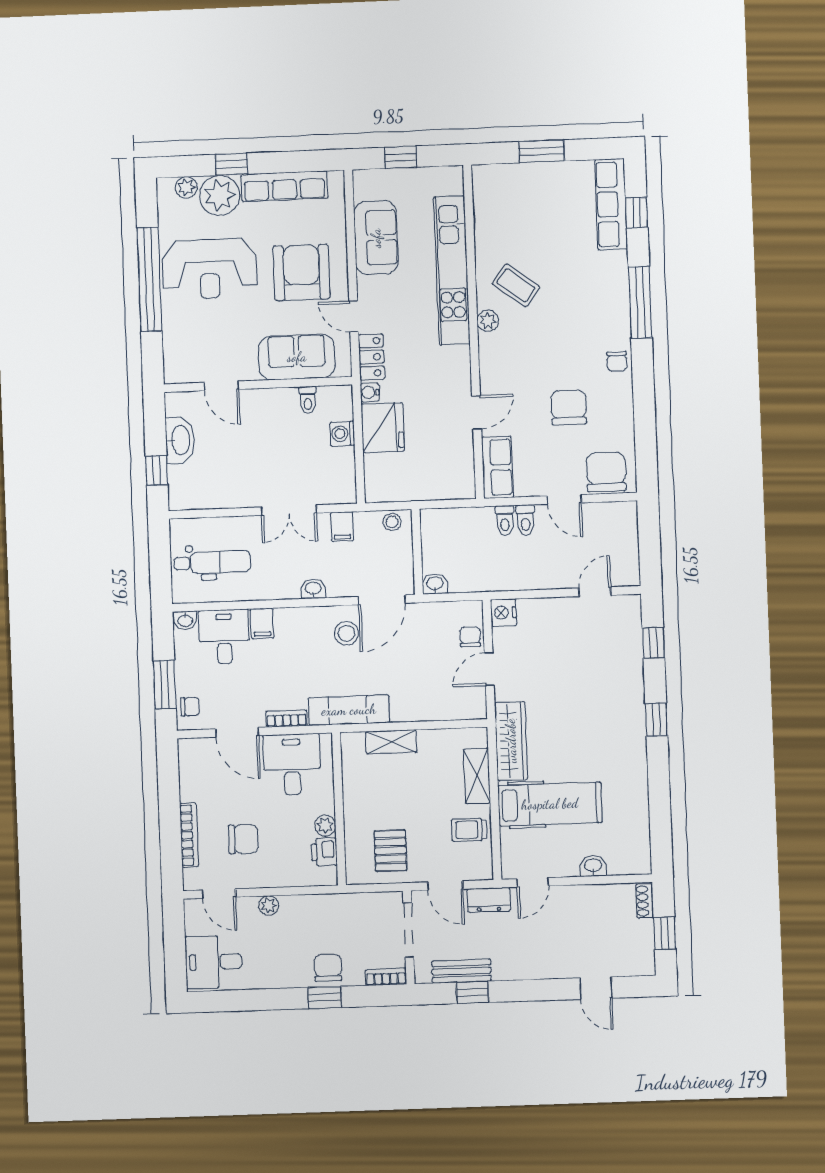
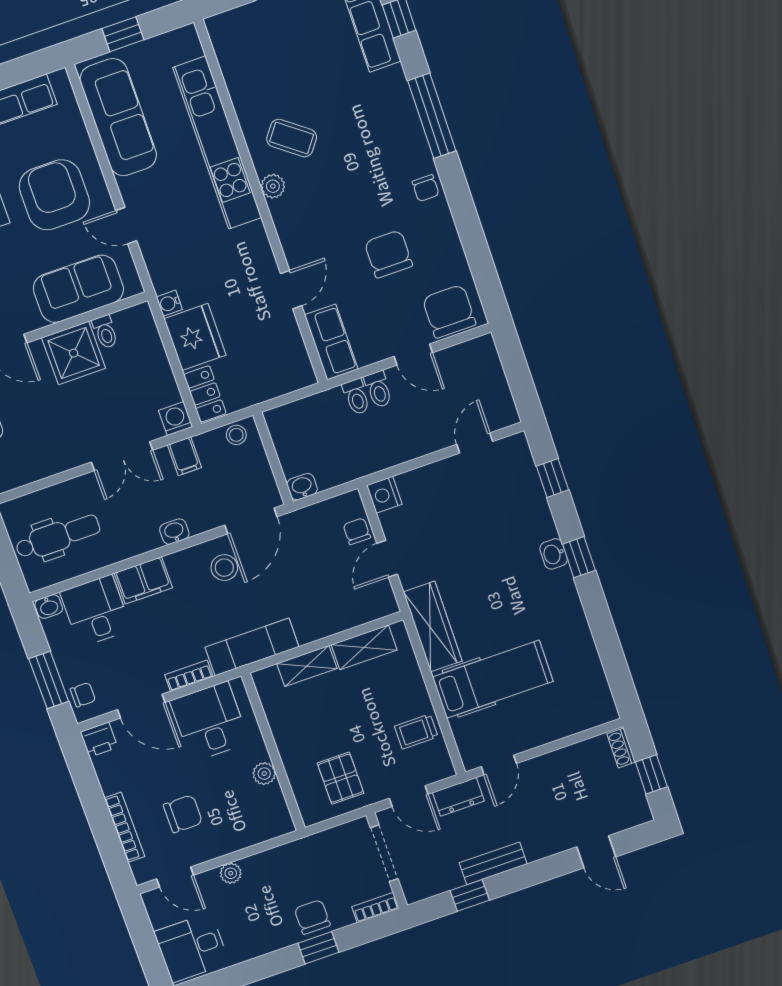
sofa: (376, 238) -> (118, 117), width x1.36
locker: (371, 357) -> (205, 394), moved
shower: (275, 410) -> (74, 353), added
washing machine: (342, 434) -> (176, 419), moved, turned 90
filing cabinet: (262, 623) -> (143, 580), width x2.00
shelving: (477, 776) -> (364, 647), moved, turned 90
printer: (324, 852) -> (99, 740), moved, turned -90
washbasin: (593, 866) -> (554, 554), moved, turned -90
bench: (461, 971) -> (493, 863), moved

